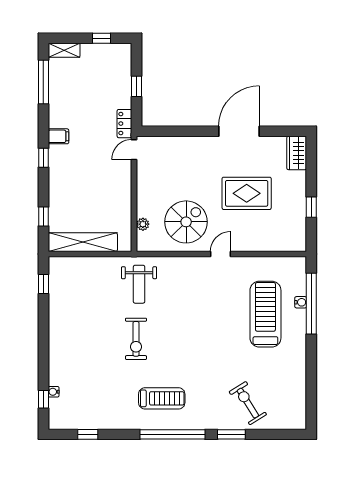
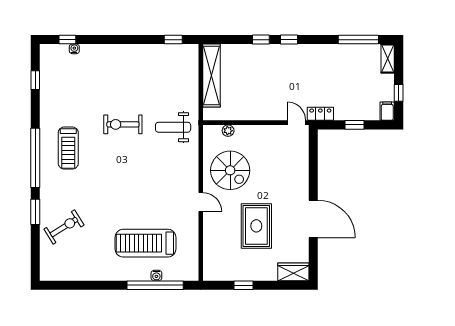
filing cabinet: (58, 136) -> (387, 111), moved, turned 180
window: (43, 216) -> (261, 40), moved
treadmill: (265, 314) -> (146, 243), turned 180

